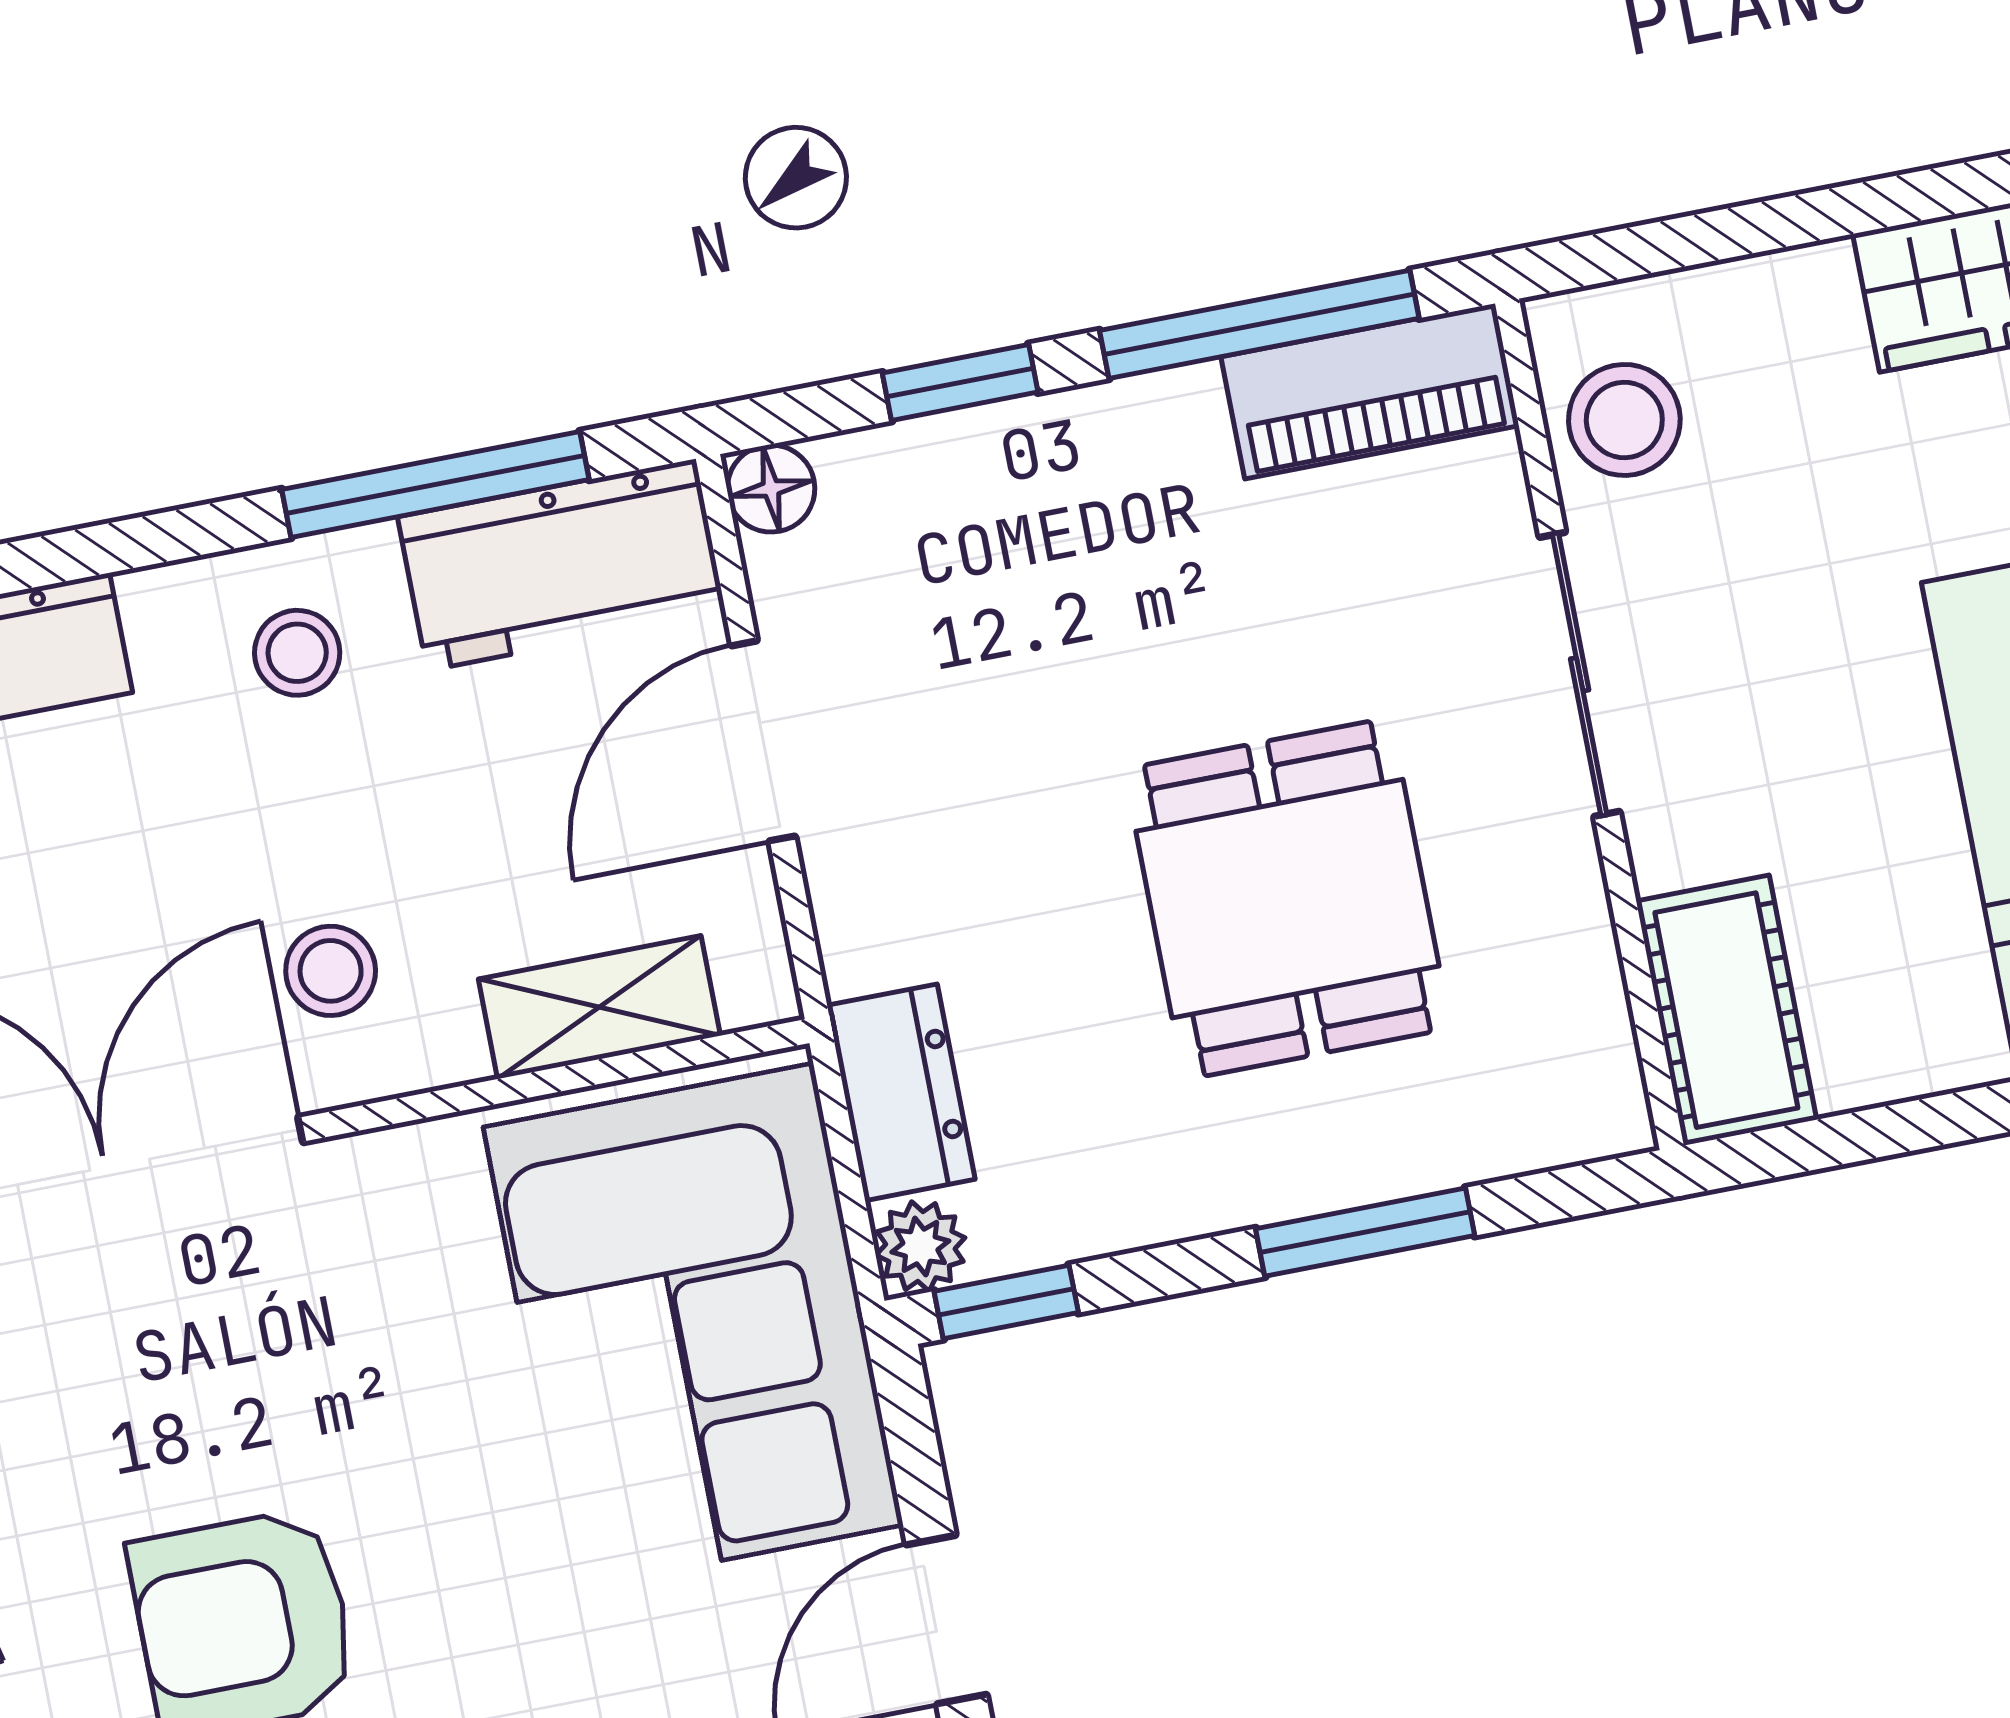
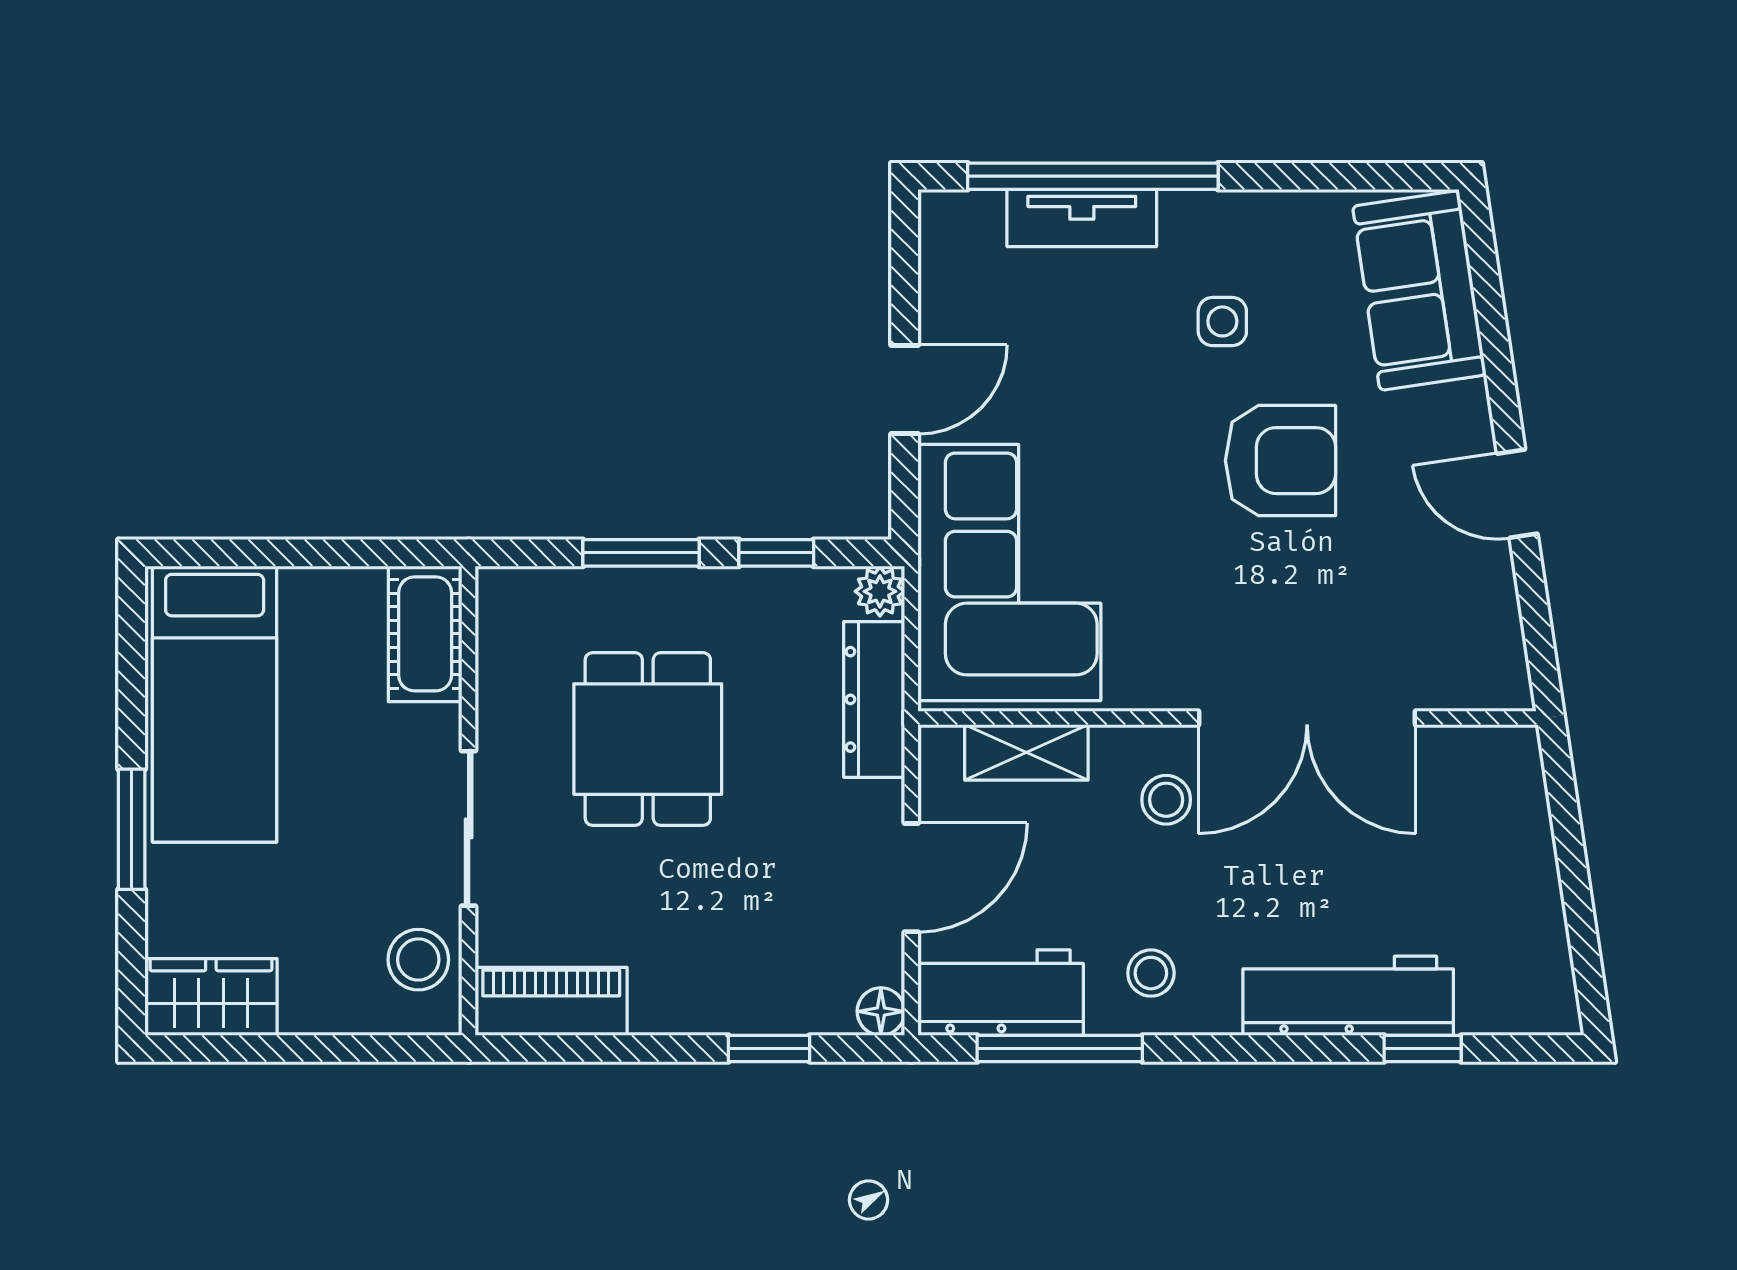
window: (1259, 324) -> (603, 1048), removed
dresser: (901, 1092) -> (874, 699), width x1.44
window: (1006, 1302) -> (776, 553), moved

